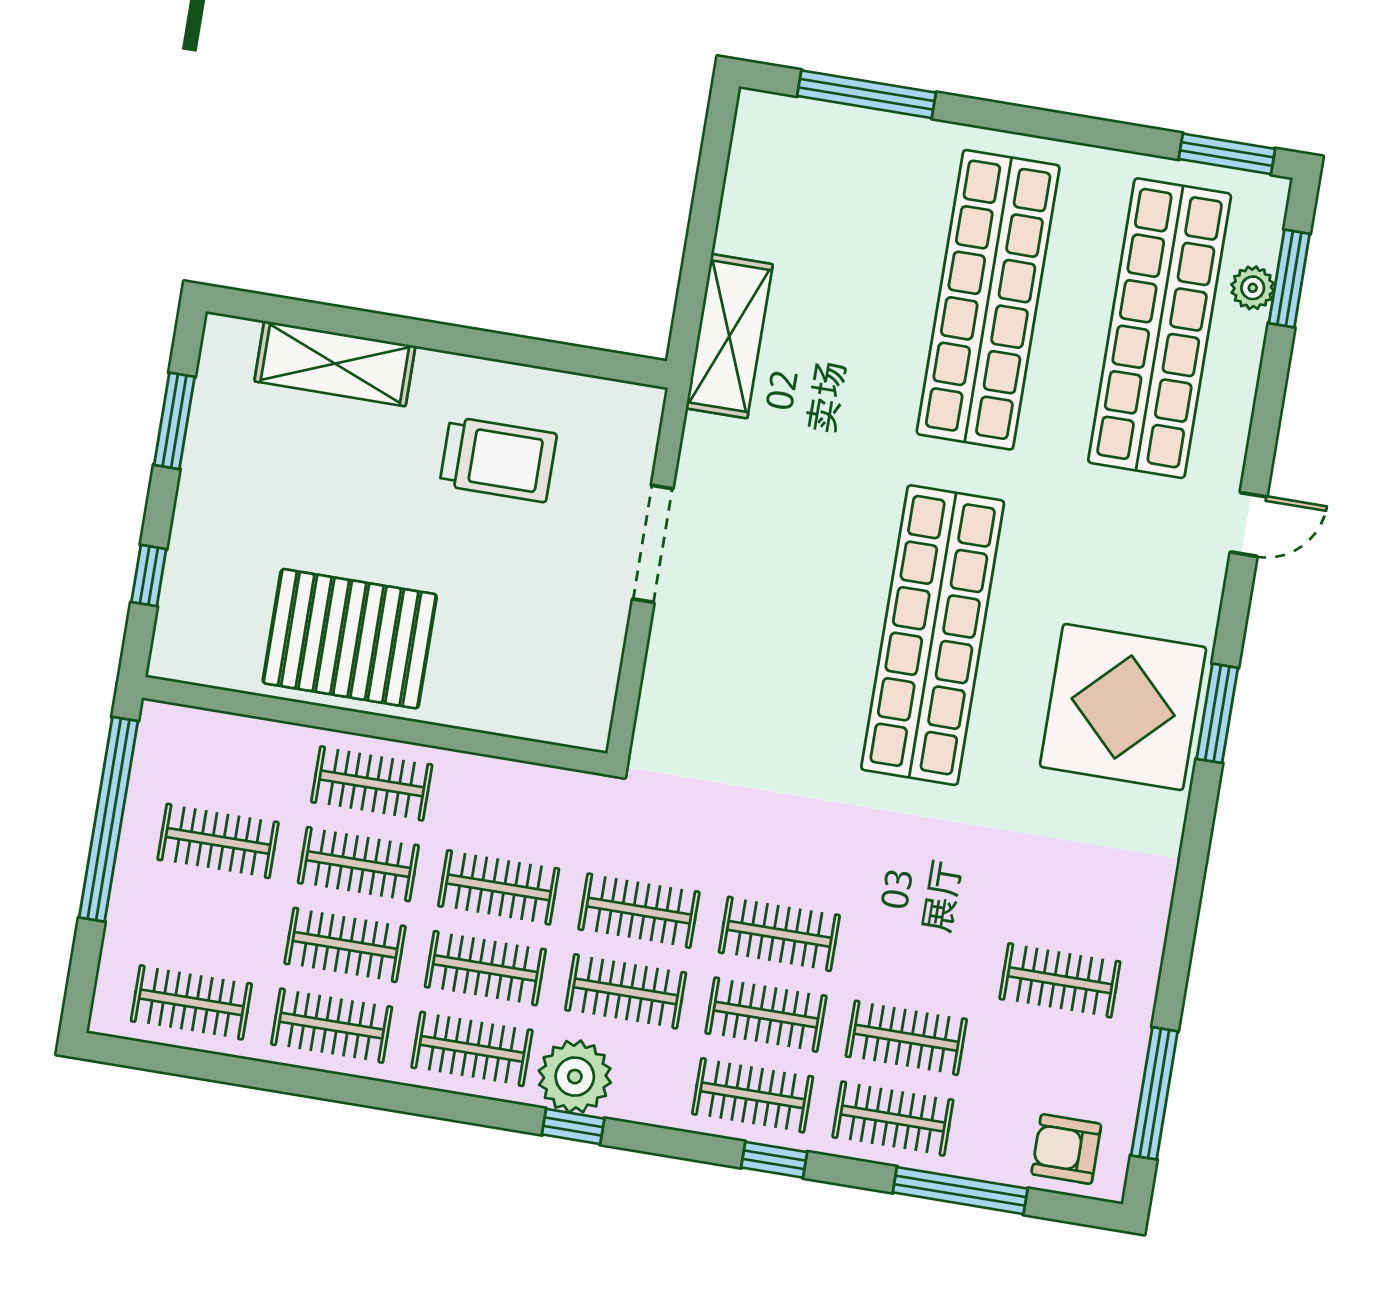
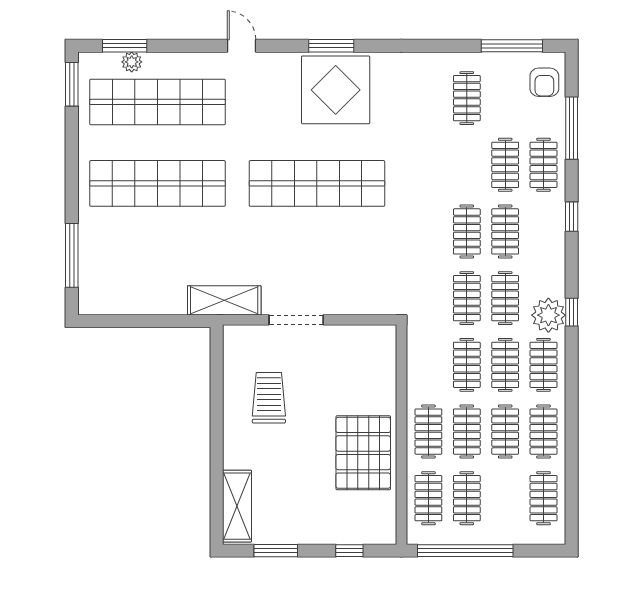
shelving: (729, 336) -> (224, 300), moved
shelving: (335, 364) -> (237, 506), moved
clothes rail: (753, 1095) -> (428, 498), moved

